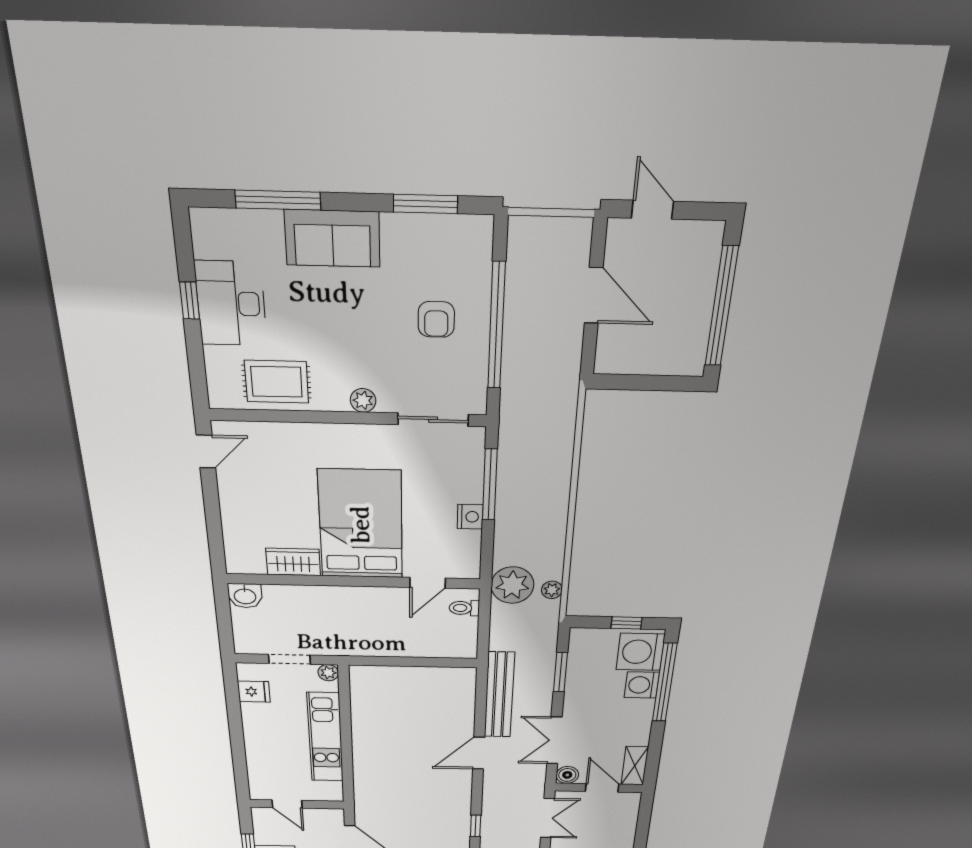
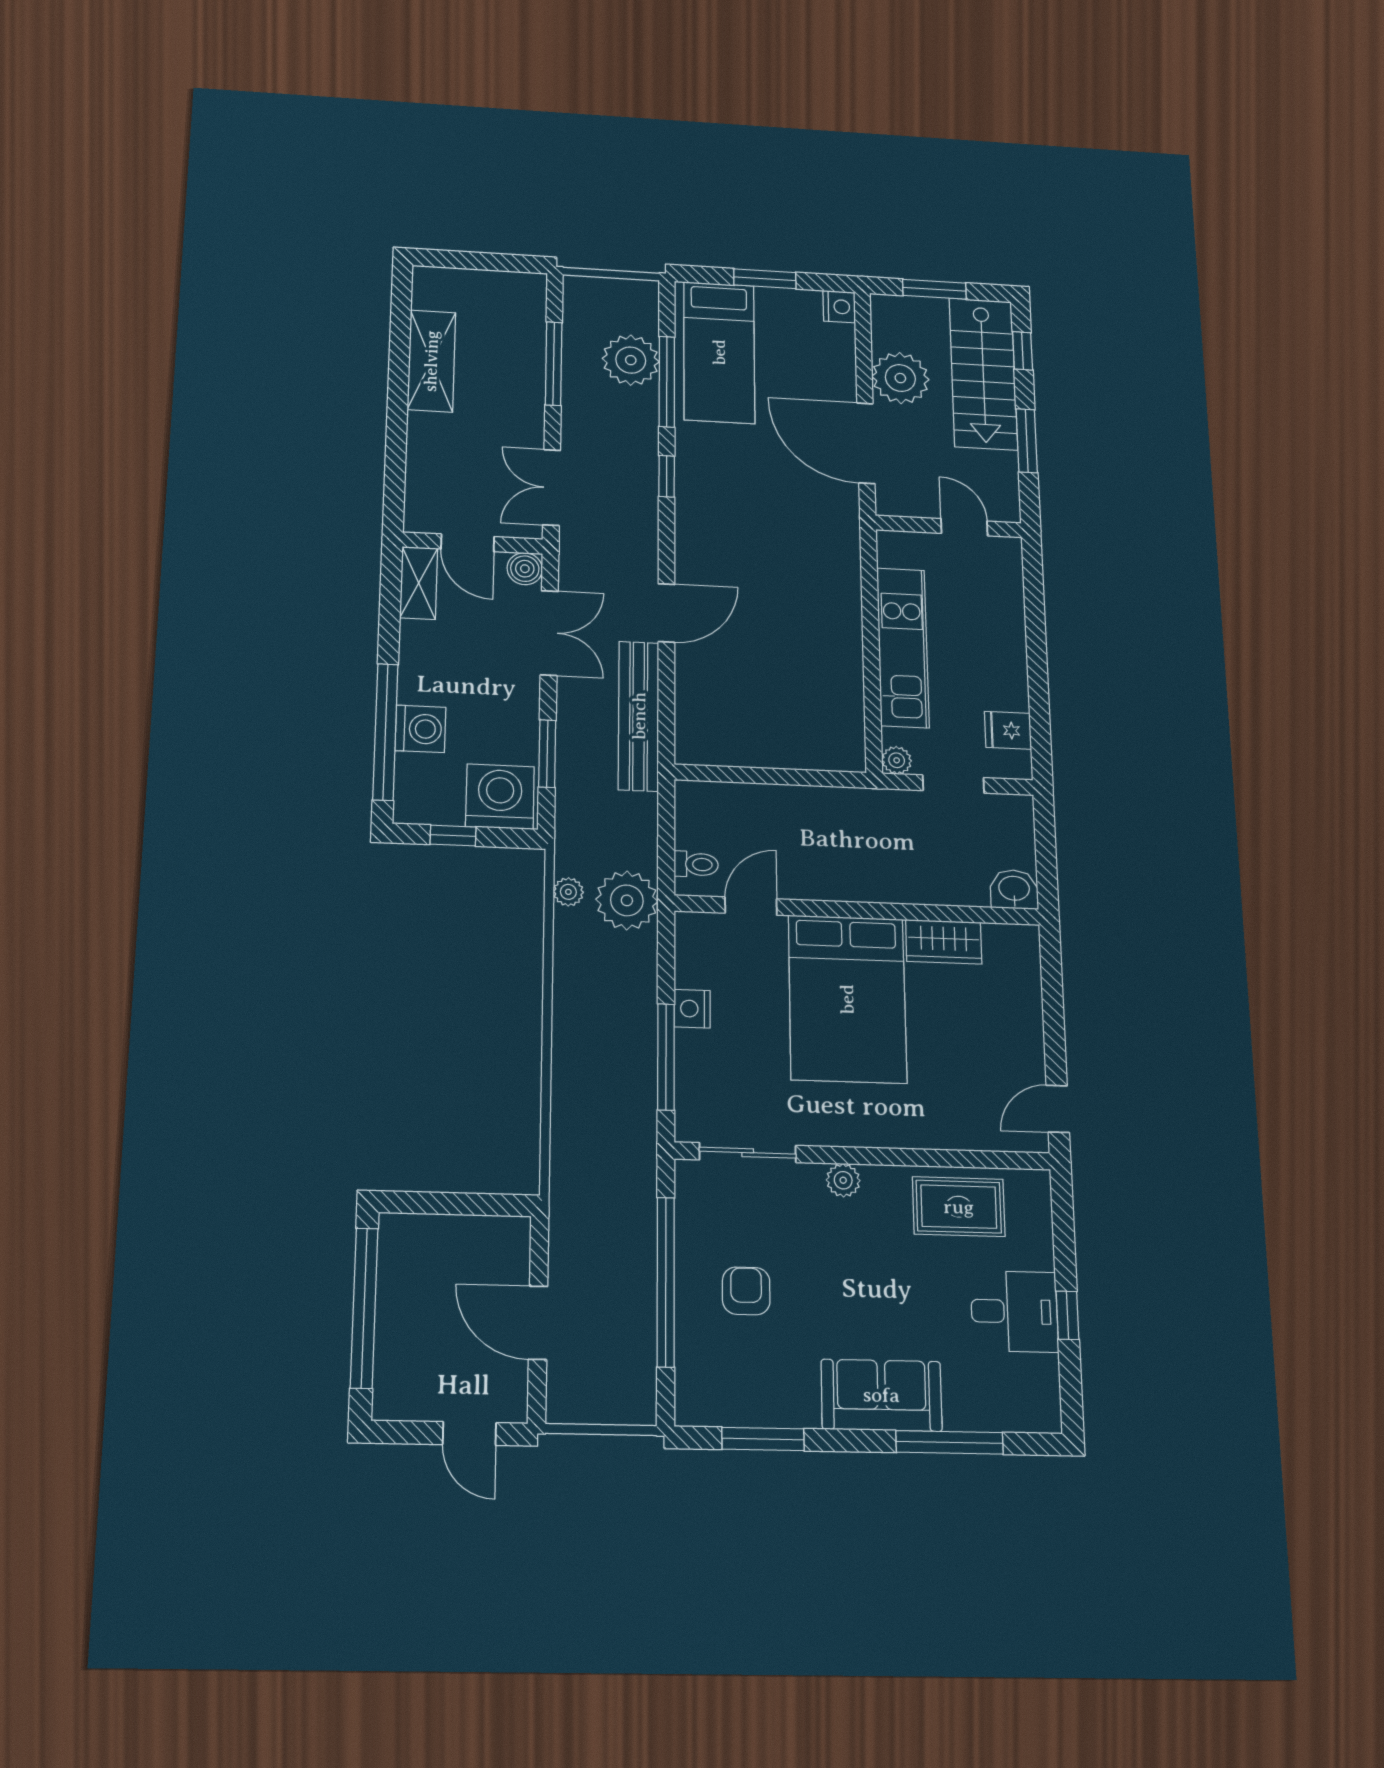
desk: (231, 304) -> (1014, 1311), width x0.73
washing machine: (641, 652) -> (500, 797), moved, turned -90

